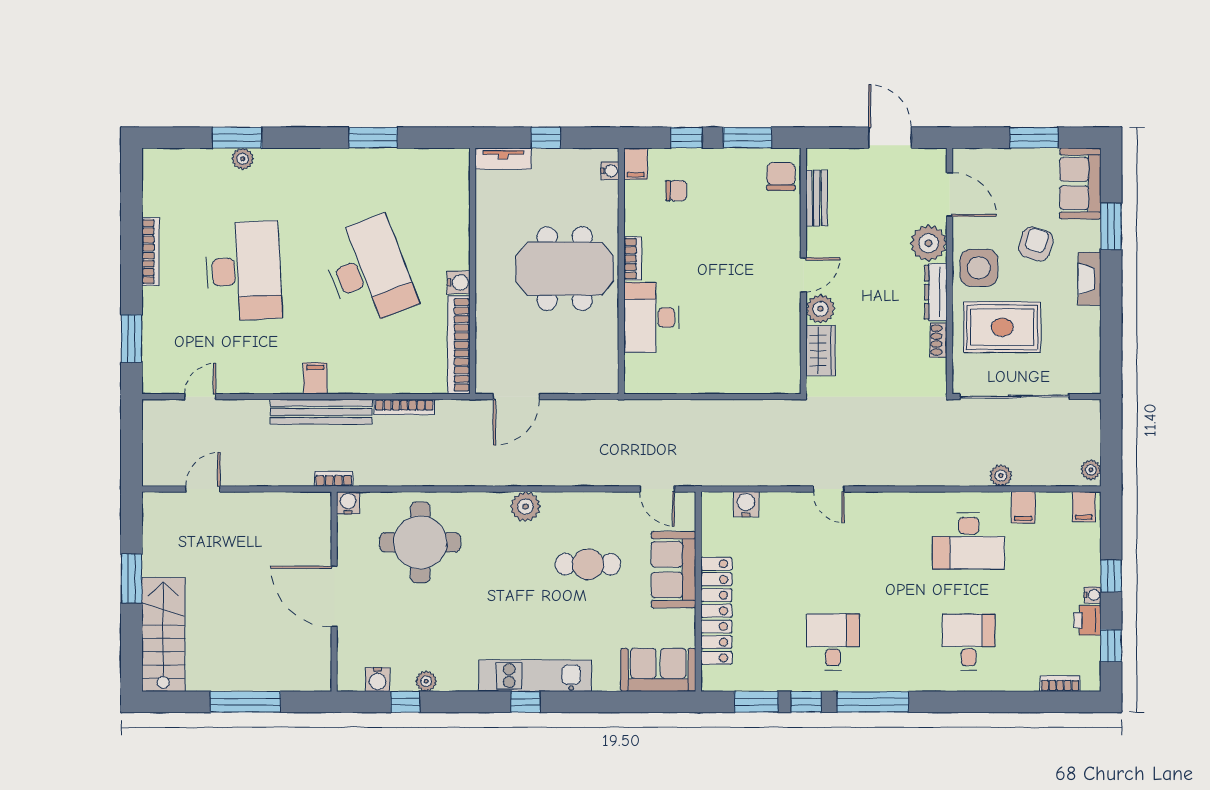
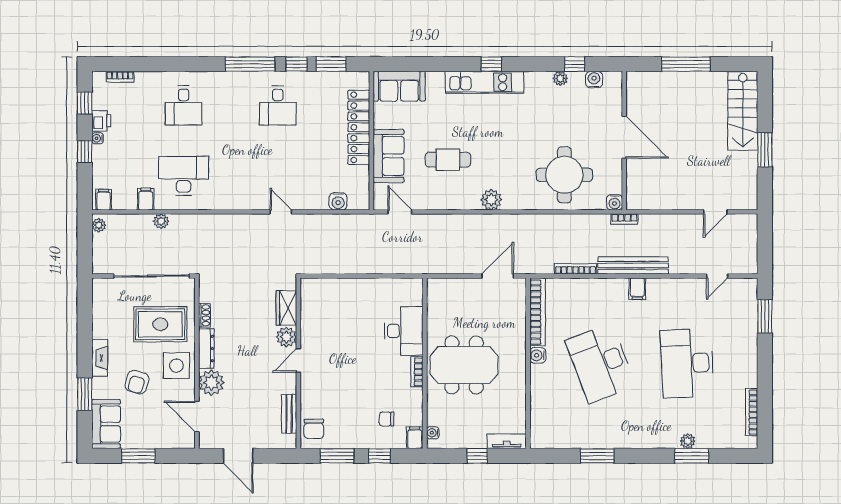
bookcase: (150, 252) -> (752, 412), moved

